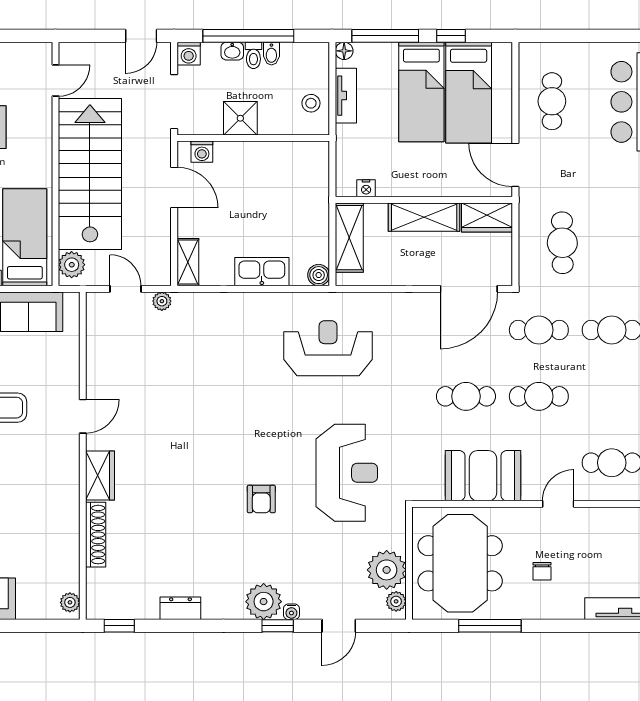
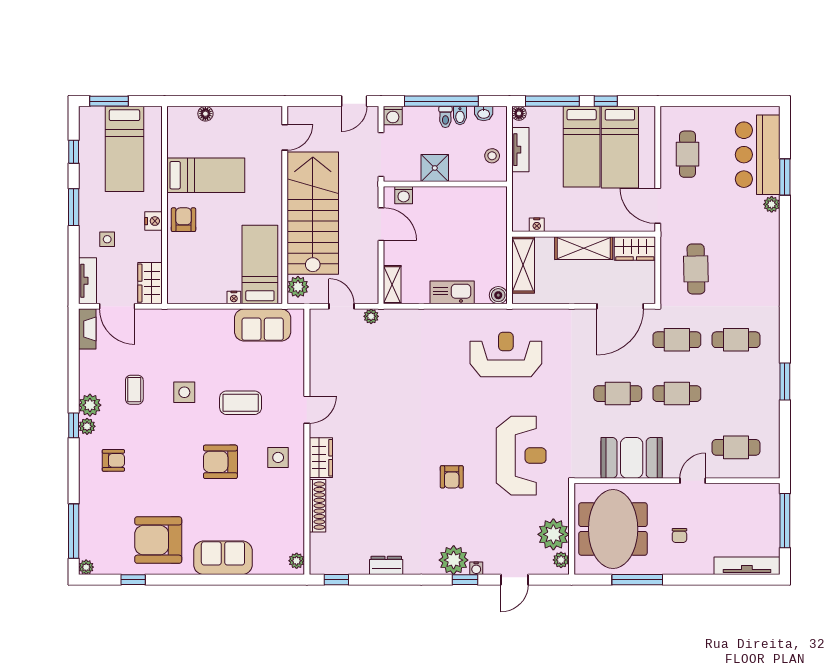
washbasin: (232, 51) -> (484, 113), moved
side table: (47, 475) -> (278, 457), added

